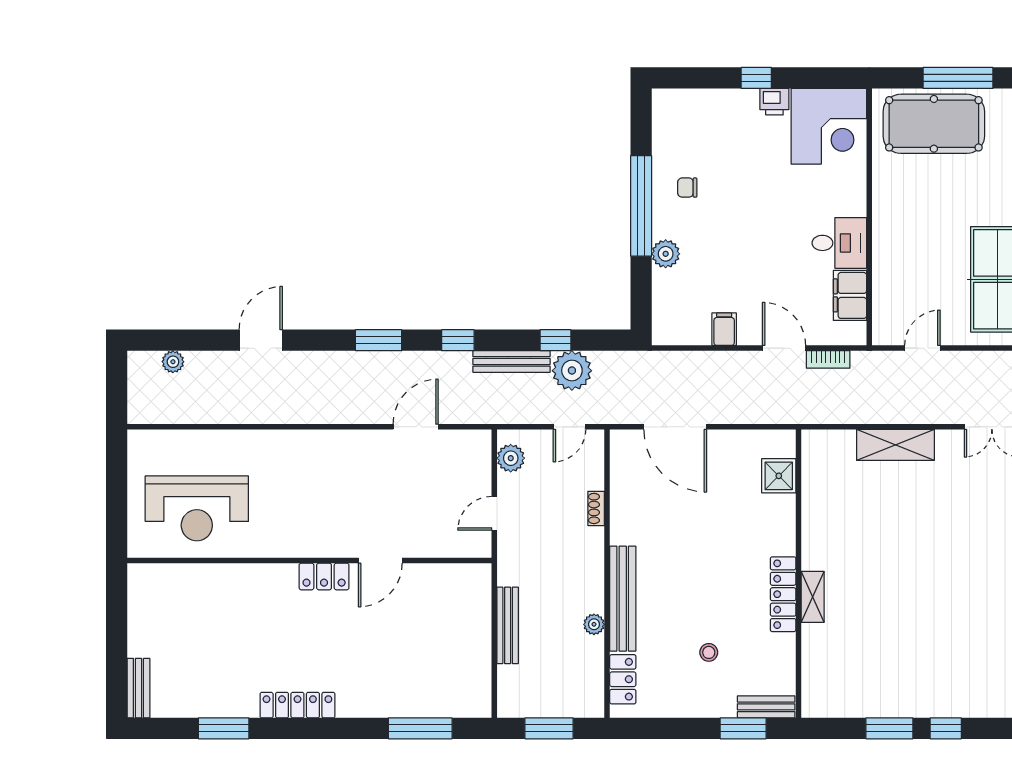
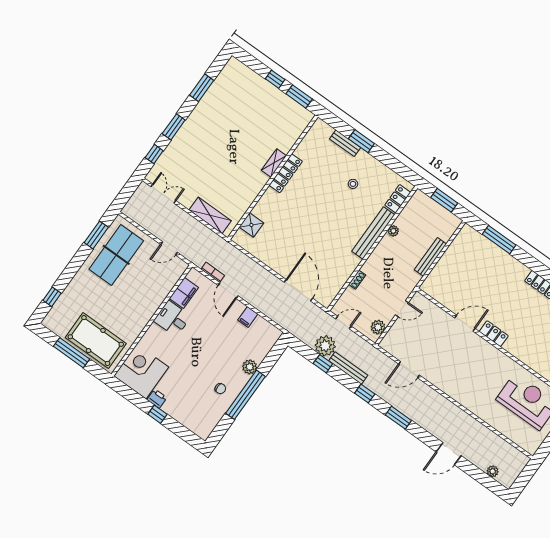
shower: (779, 476) -> (251, 225), moved
wall: (798, 574) -> (273, 177), moved
locker: (783, 594) -> (286, 173), moved
shelving: (813, 597) -> (274, 163), moved

